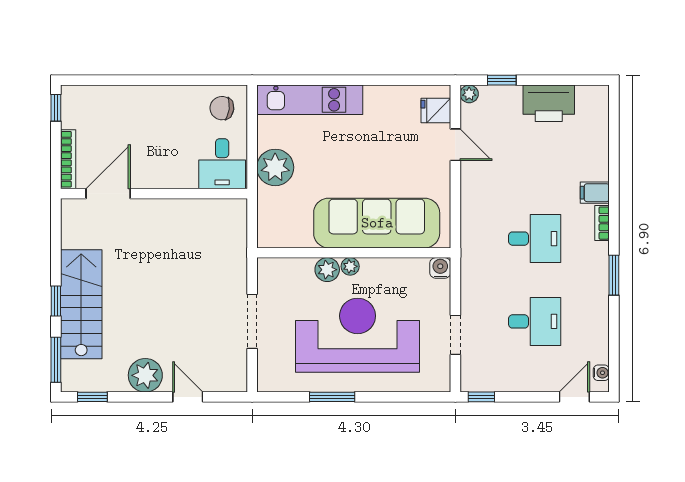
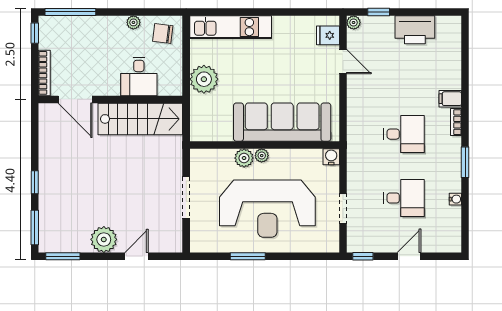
window: (102, 80) -> (70, 12), added
plant: (184, 94) -> (133, 22), added
desk: (222, 164) -> (139, 76), moved
door: (108, 194) -> (75, 99), swing flipped
stairs: (81, 304) -> (140, 119), moved, turned 90
reception desk: (358, 335) -> (267, 209), turned 180
water cooler: (601, 373) -> (455, 199), moved
window: (92, 397) -> (63, 256), width x1.50
door: (188, 397) -> (136, 256), hinge flipped
door: (574, 397) -> (409, 256), moved

